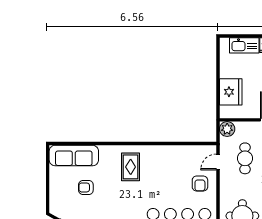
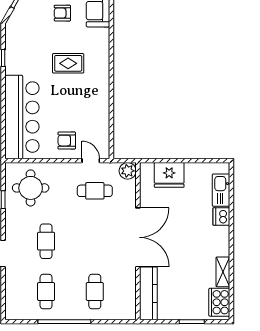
rug: (131, 167) -> (68, 63), moved
armchair: (86, 187) -> (62, 13), turned -90

